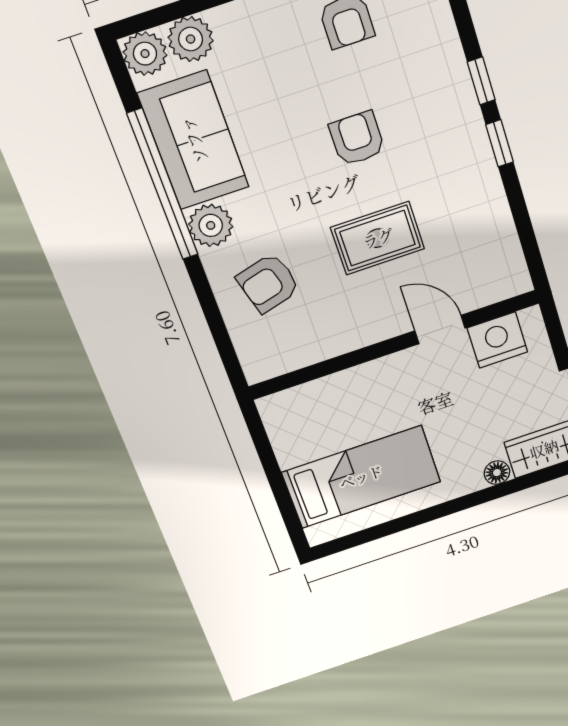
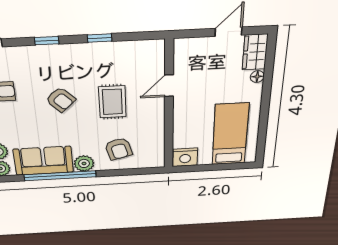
armchair: (357, 138) -> (61, 100), turned -134
window: (500, 143) -> (100, 38), moved
nightstand: (497, 340) -> (185, 157), moved, turned -90

